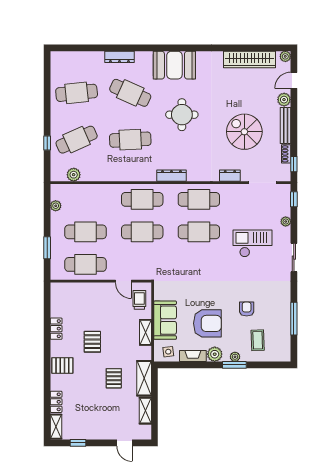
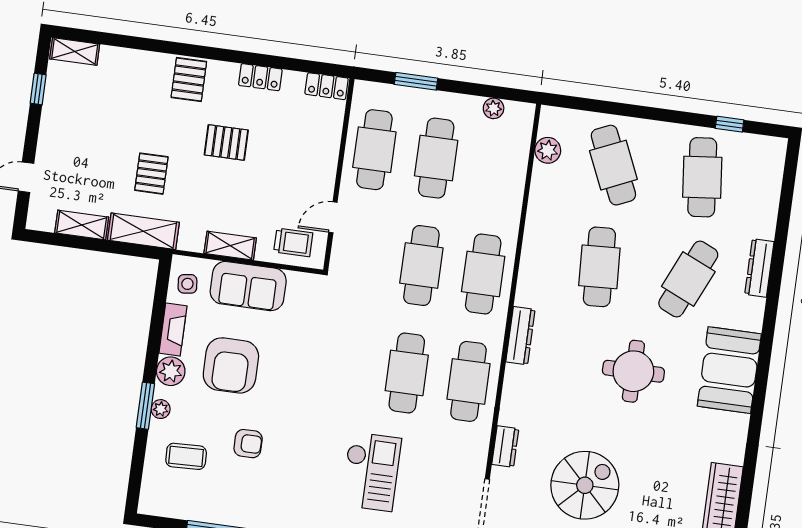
window: (47, 143) -> (730, 124), moved
pallet: (114, 378) -> (151, 174), turned 90
locker: (56, 402) -> (327, 86), moved

